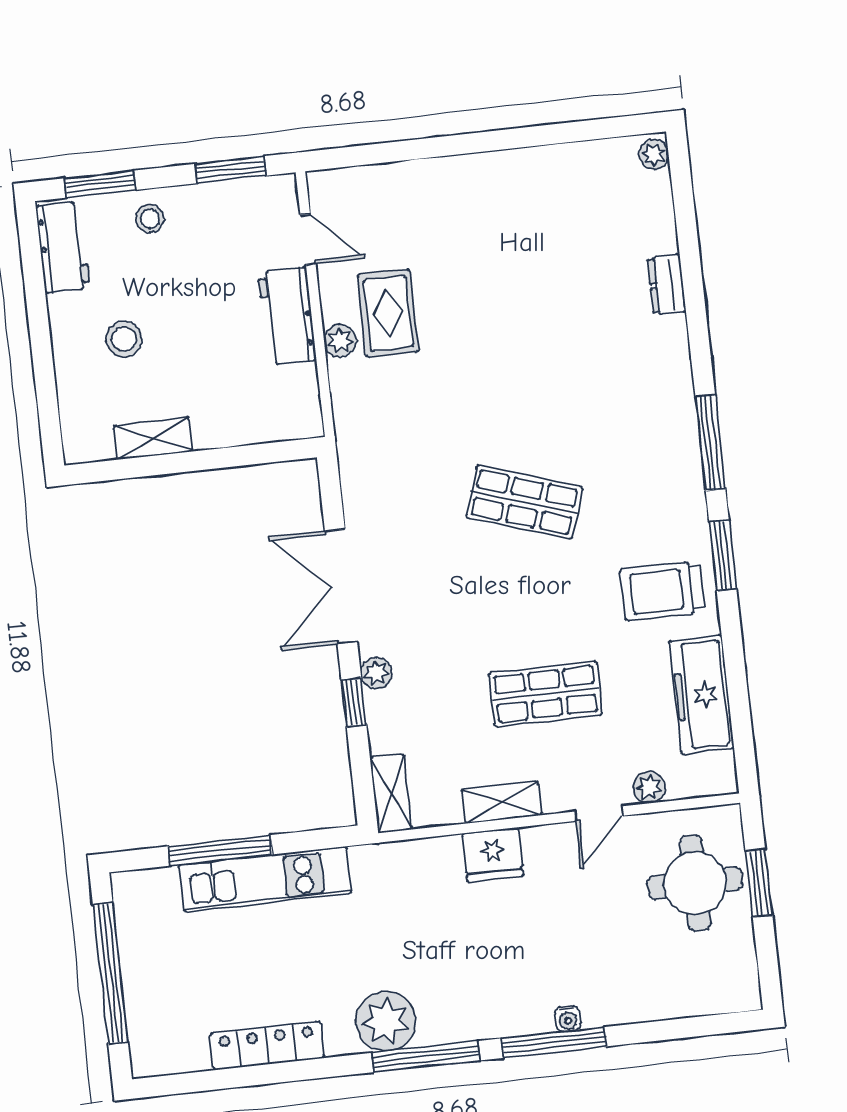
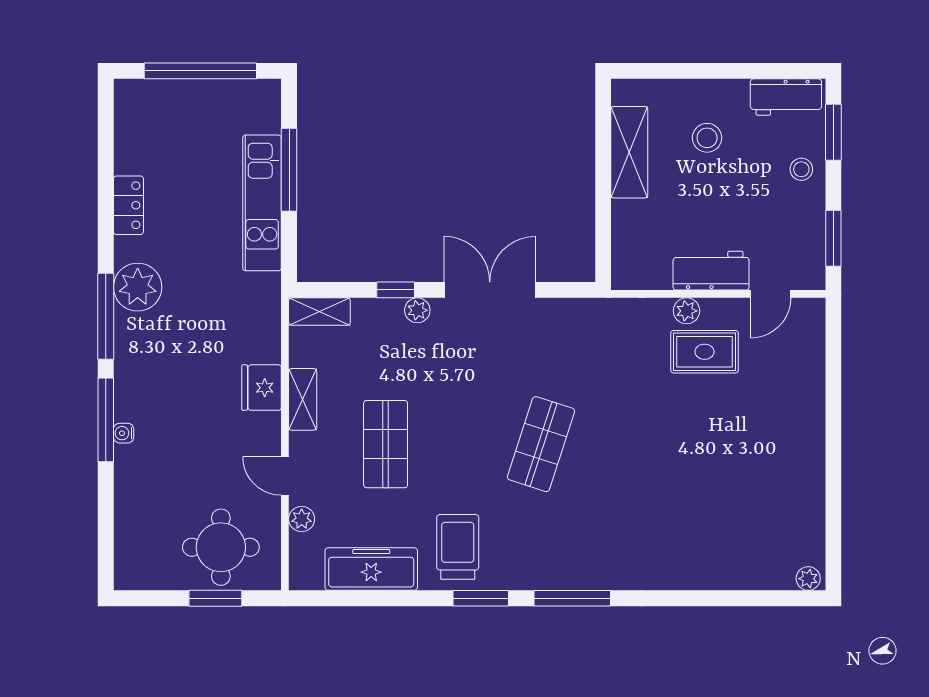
dresser: (667, 285) -> (703, 577), removed
shelving: (153, 439) -> (629, 152), width x1.50, depth x1.33
locker: (267, 1046) -> (128, 205), width x0.66

